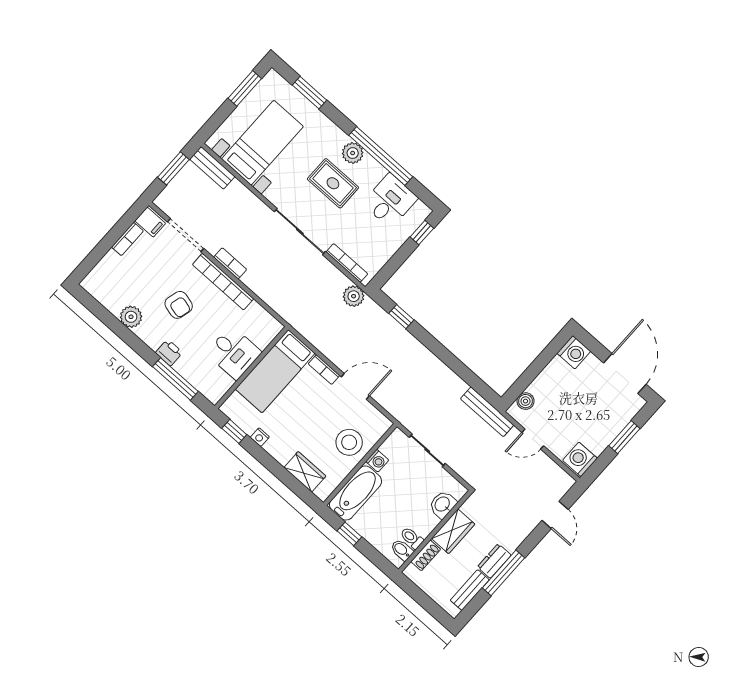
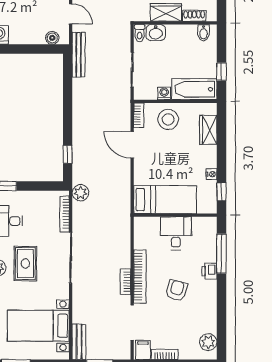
plant: (131, 317) -> (208, 342), moved
bookcase: (324, 370) -> (139, 115), moved
toilet: (412, 538) -> (140, 33), moved

